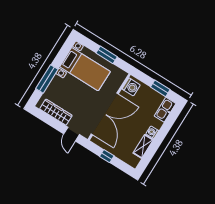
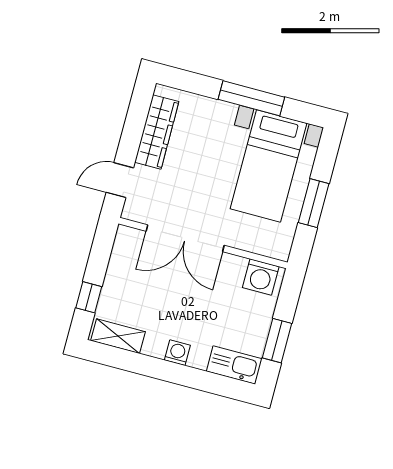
window: (47, 79) -> (251, 98), moved
double door: (105, 114) -> (185, 238), width x0.73
shelving: (143, 146) -> (118, 336), moved
window: (107, 156) -> (89, 297), moved

